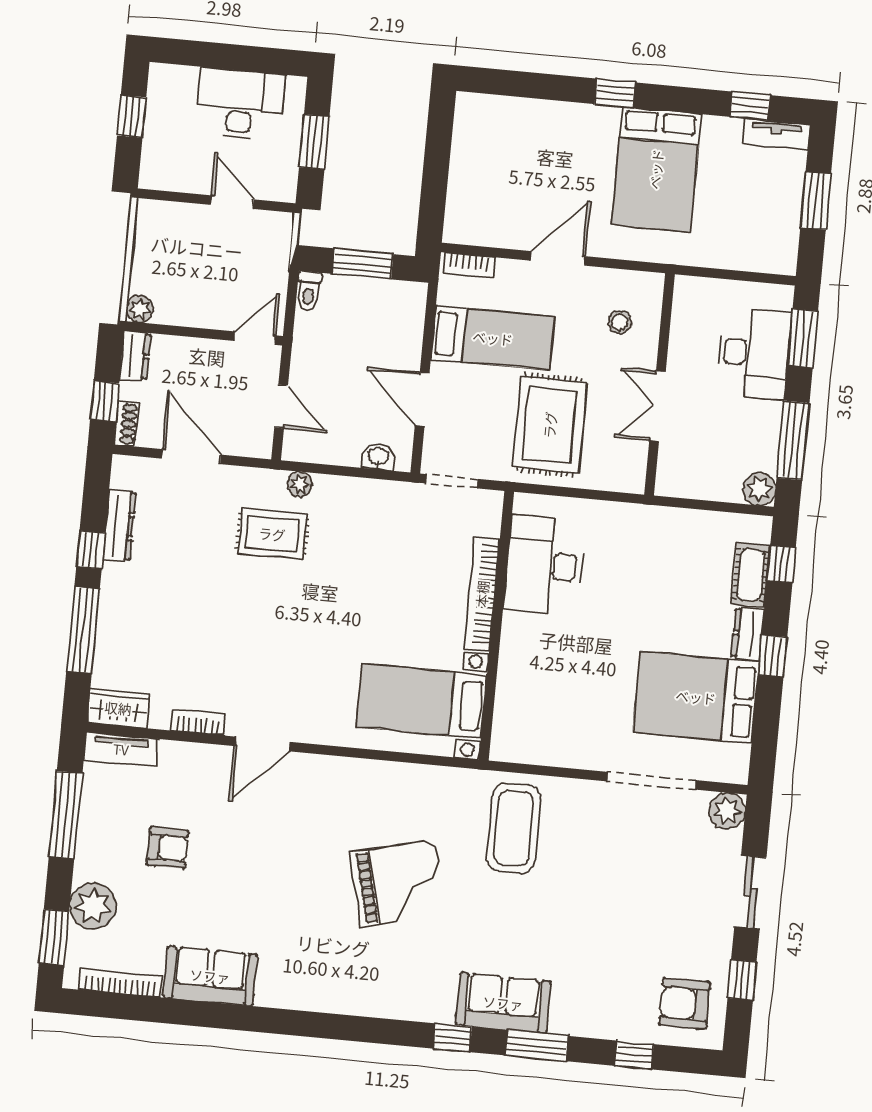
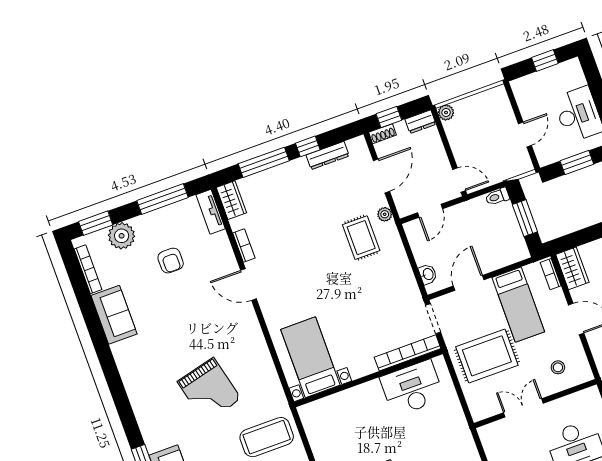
wardrobe: (476, 227) -> (572, 268), added
plant: (300, 484) -> (385, 214), moved
bookcase: (482, 594) -> (408, 353), moved

